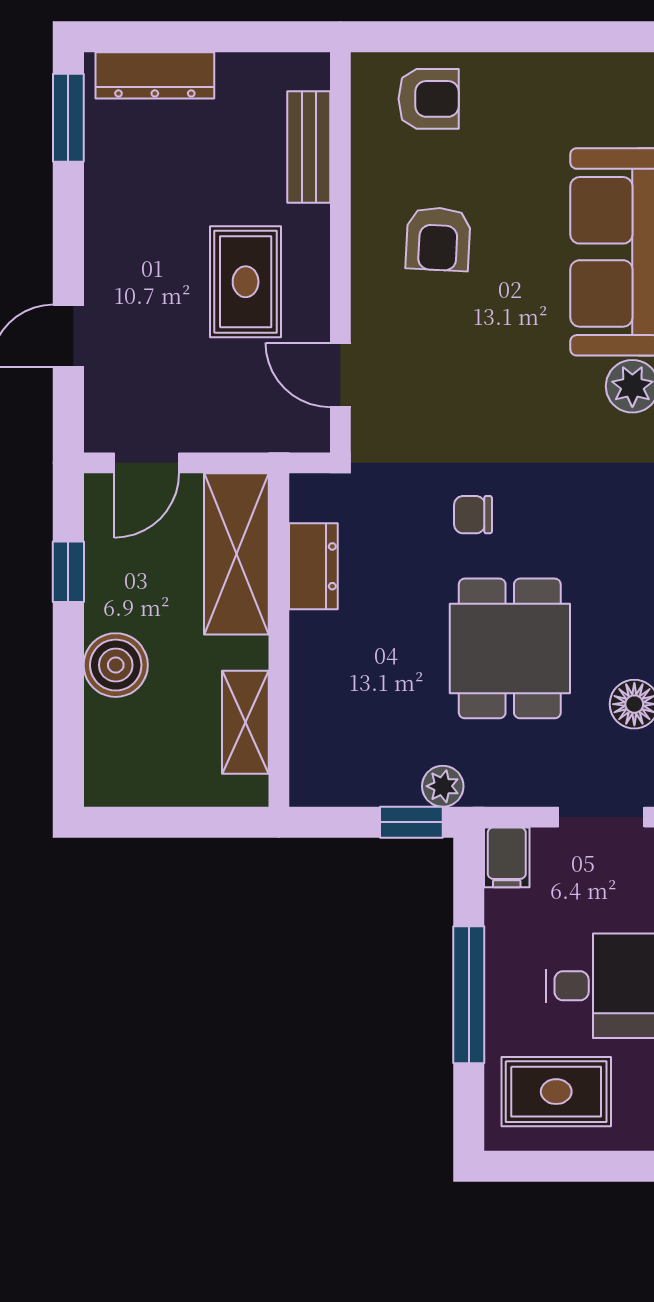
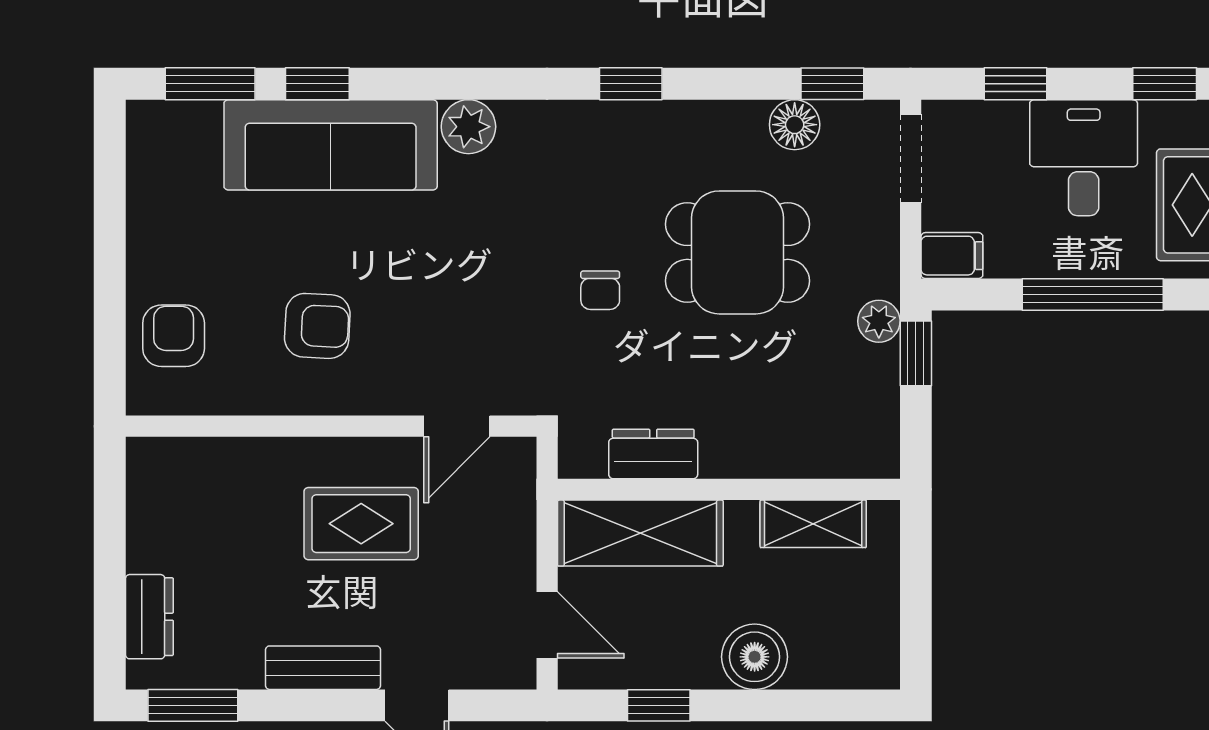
dresser: (155, 75) -> (149, 617), width x0.70
bench: (309, 147) -> (323, 668), moved

